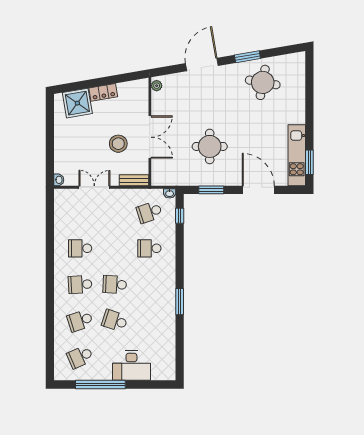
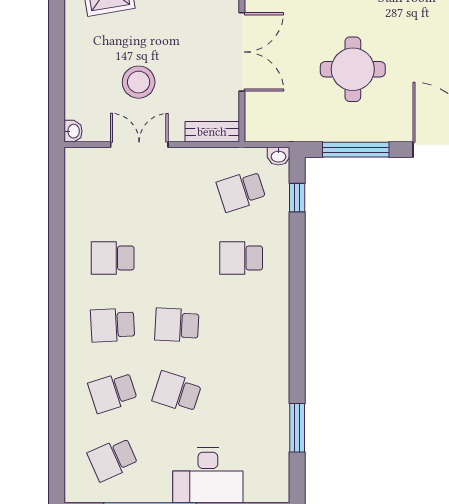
stool: (118, 144) -> (139, 82), moved
window: (211, 190) -> (356, 150), width x1.44
window: (180, 302) -> (297, 428), moved

